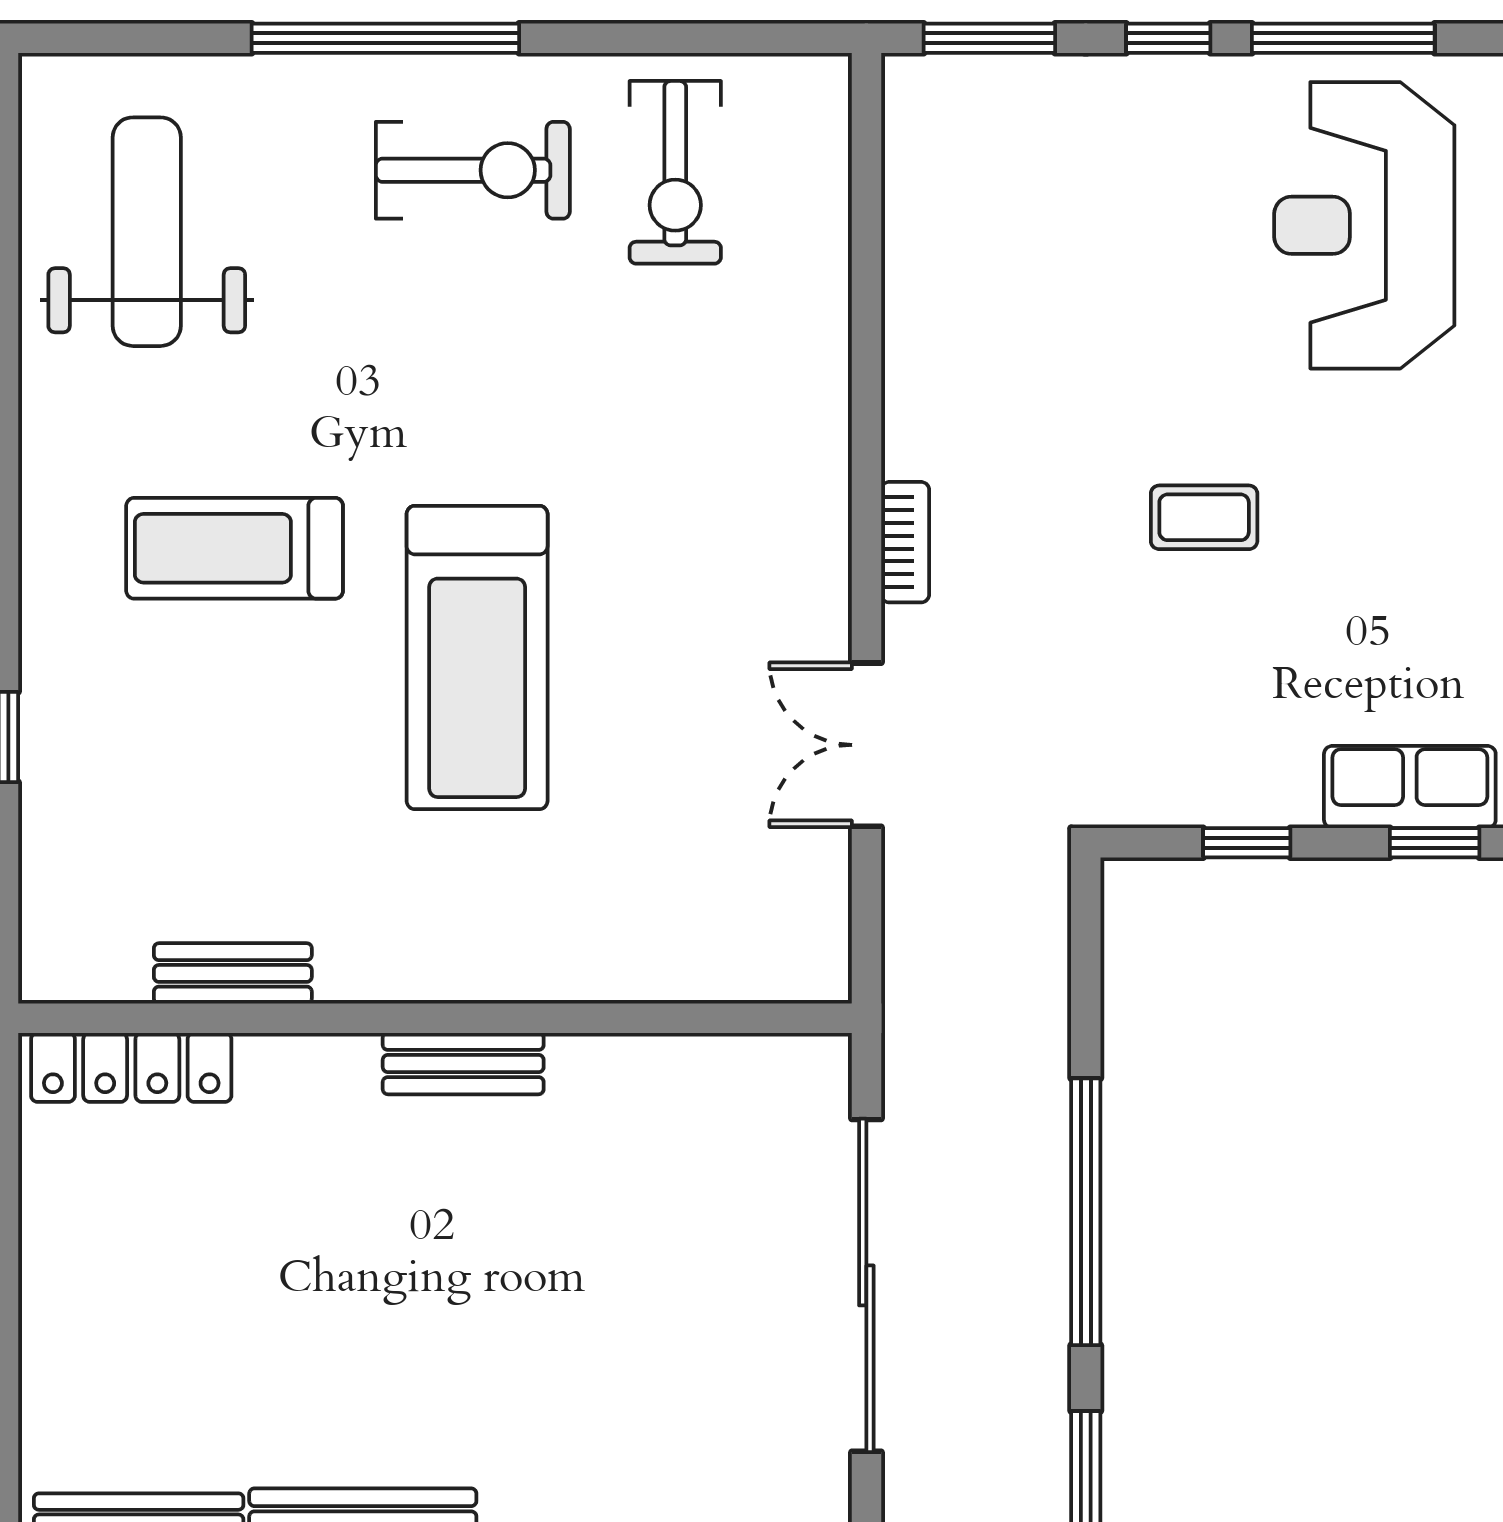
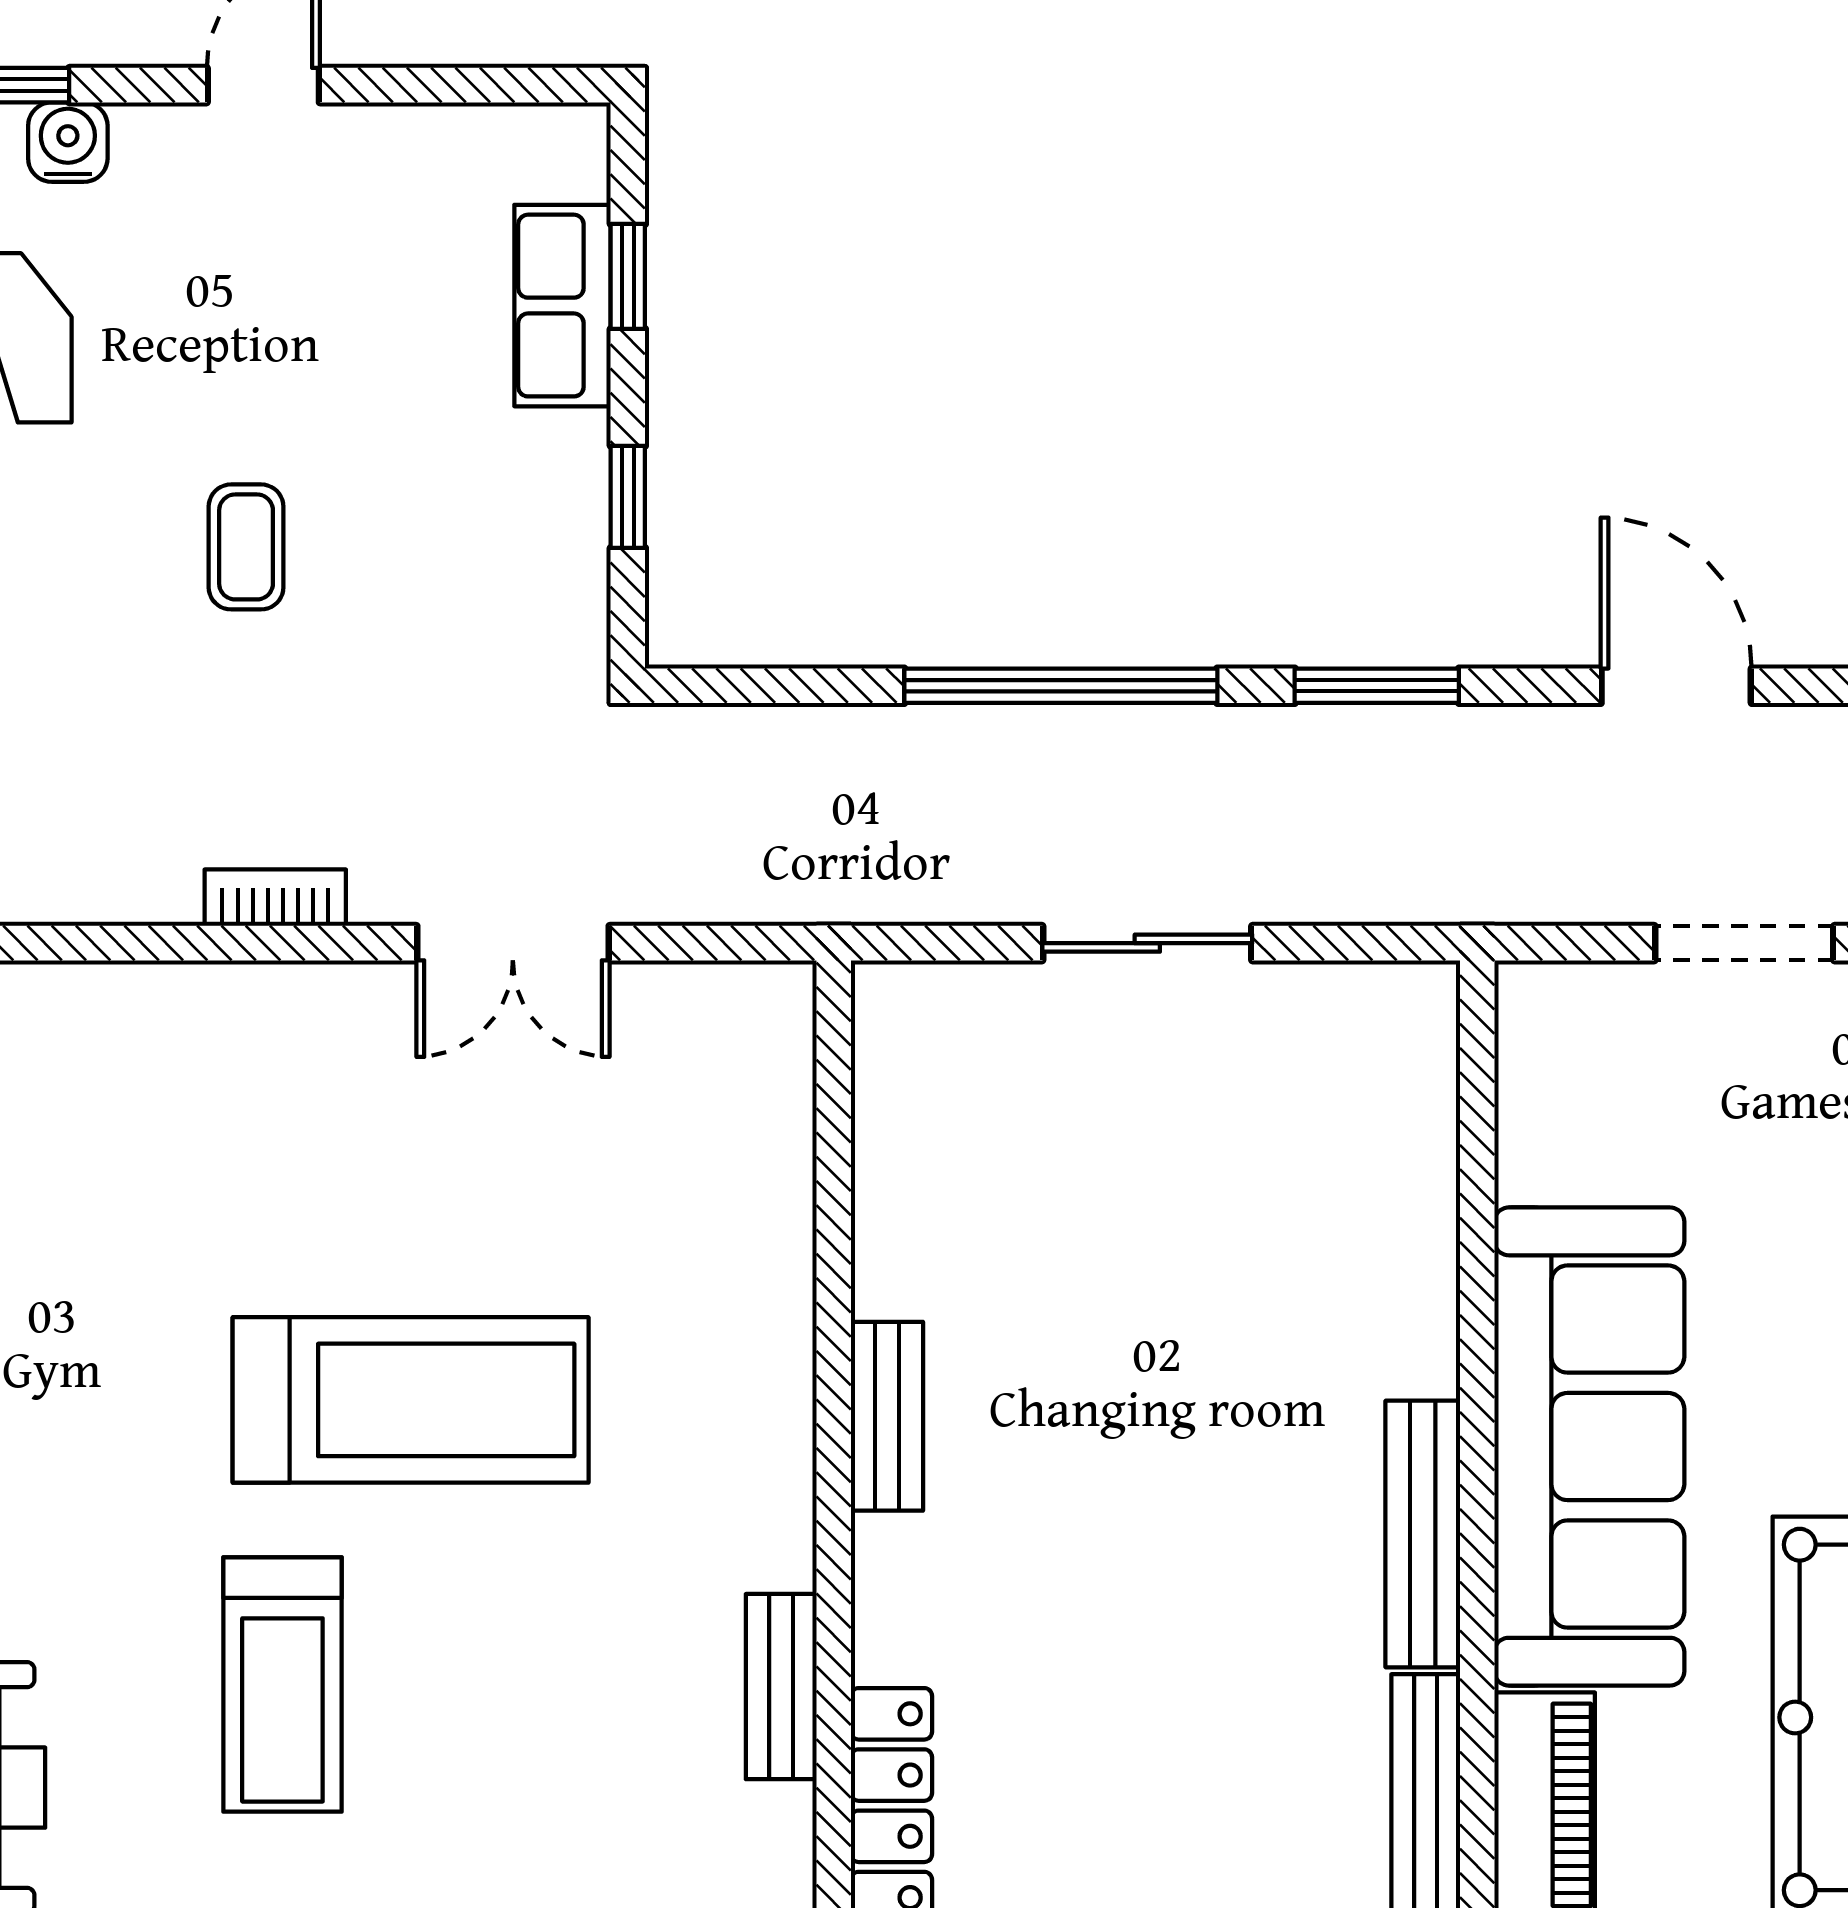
sliding door: (866, 1285) -> (1147, 943), width x0.54

